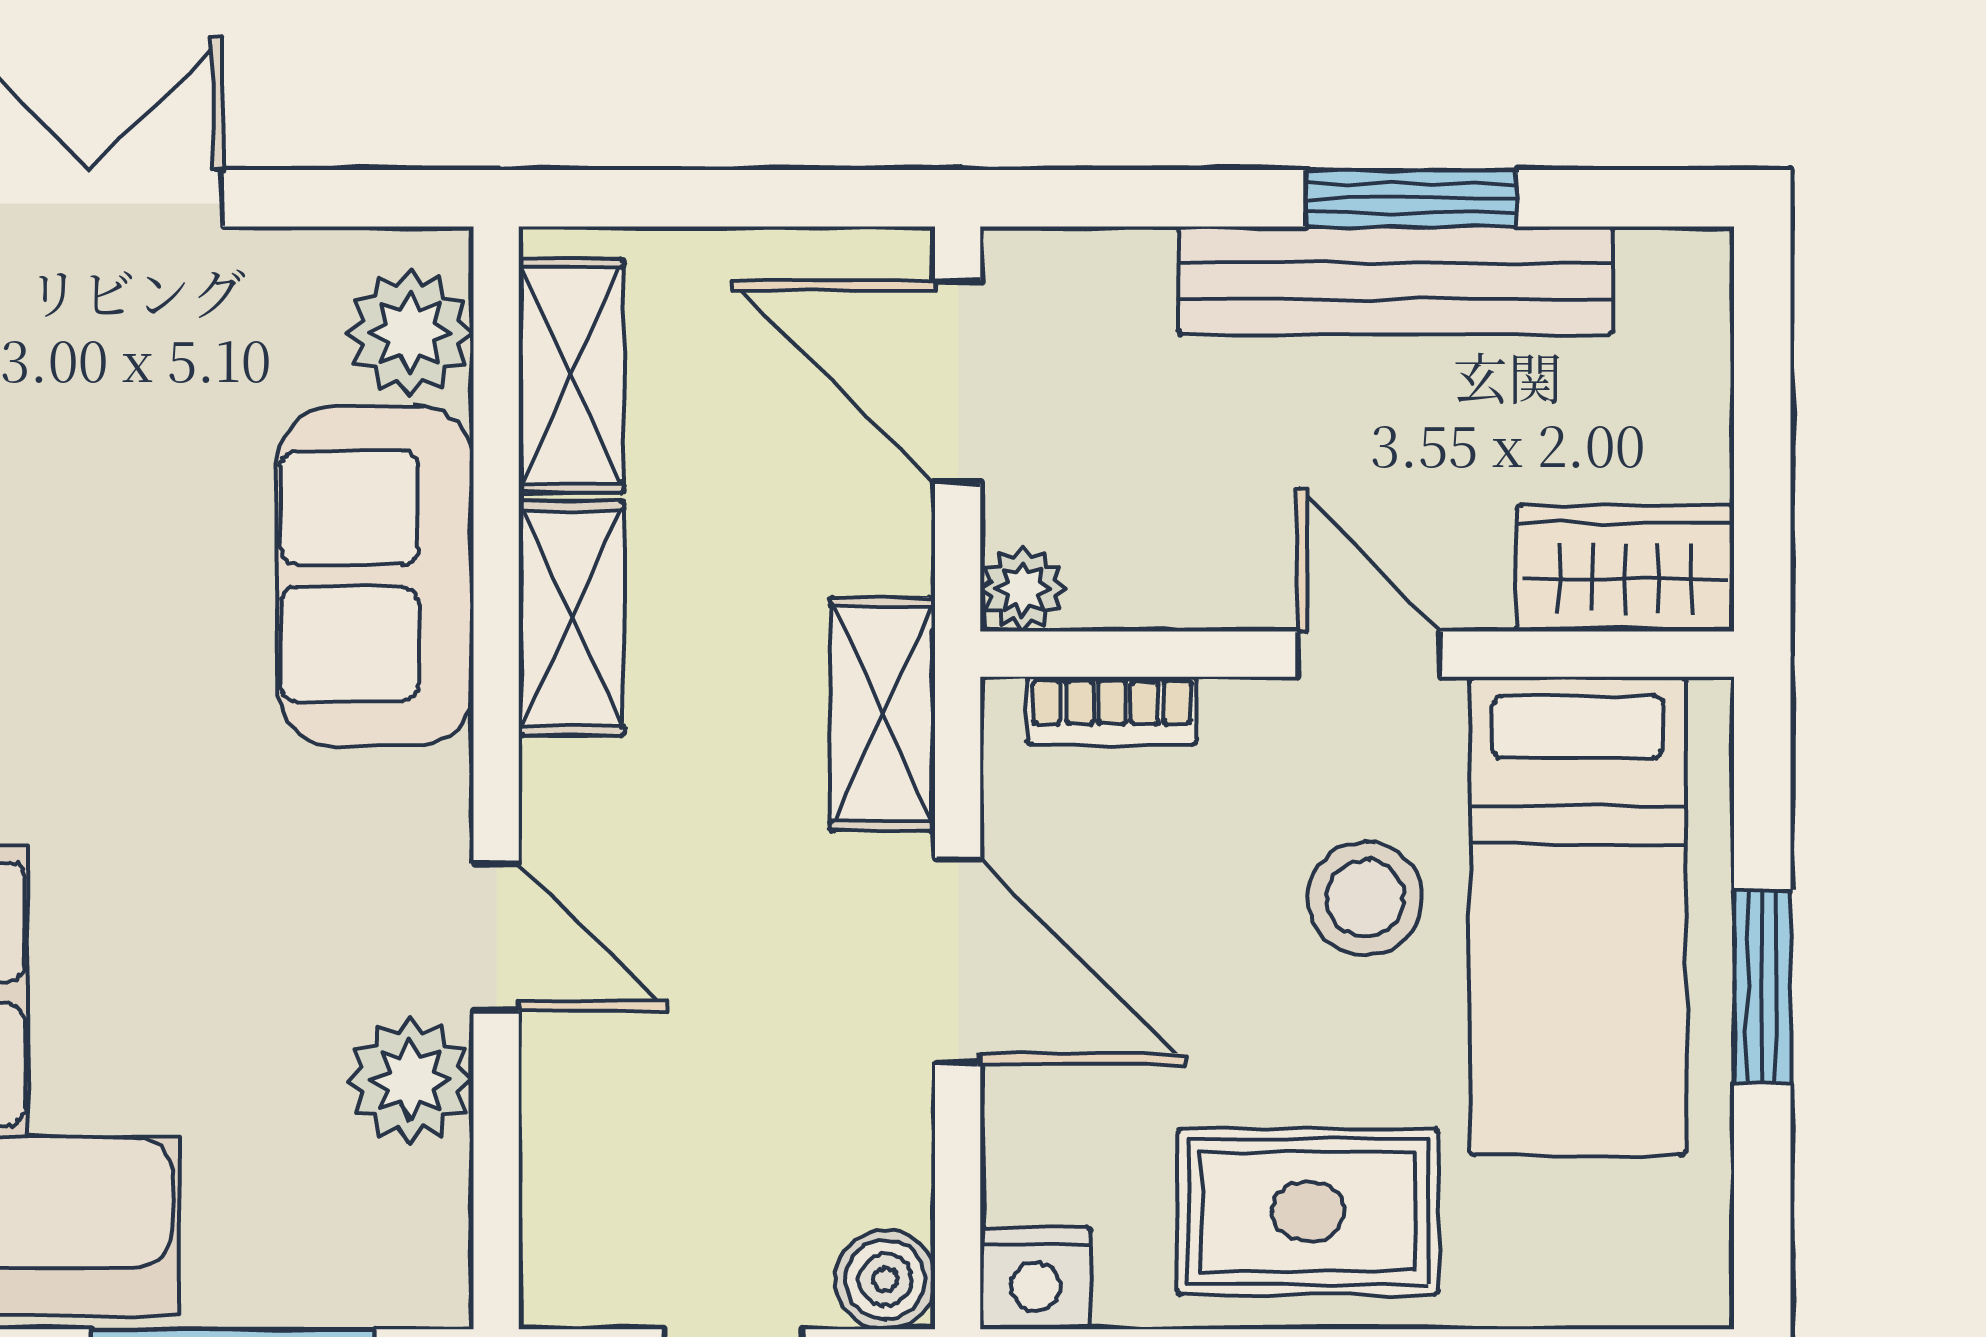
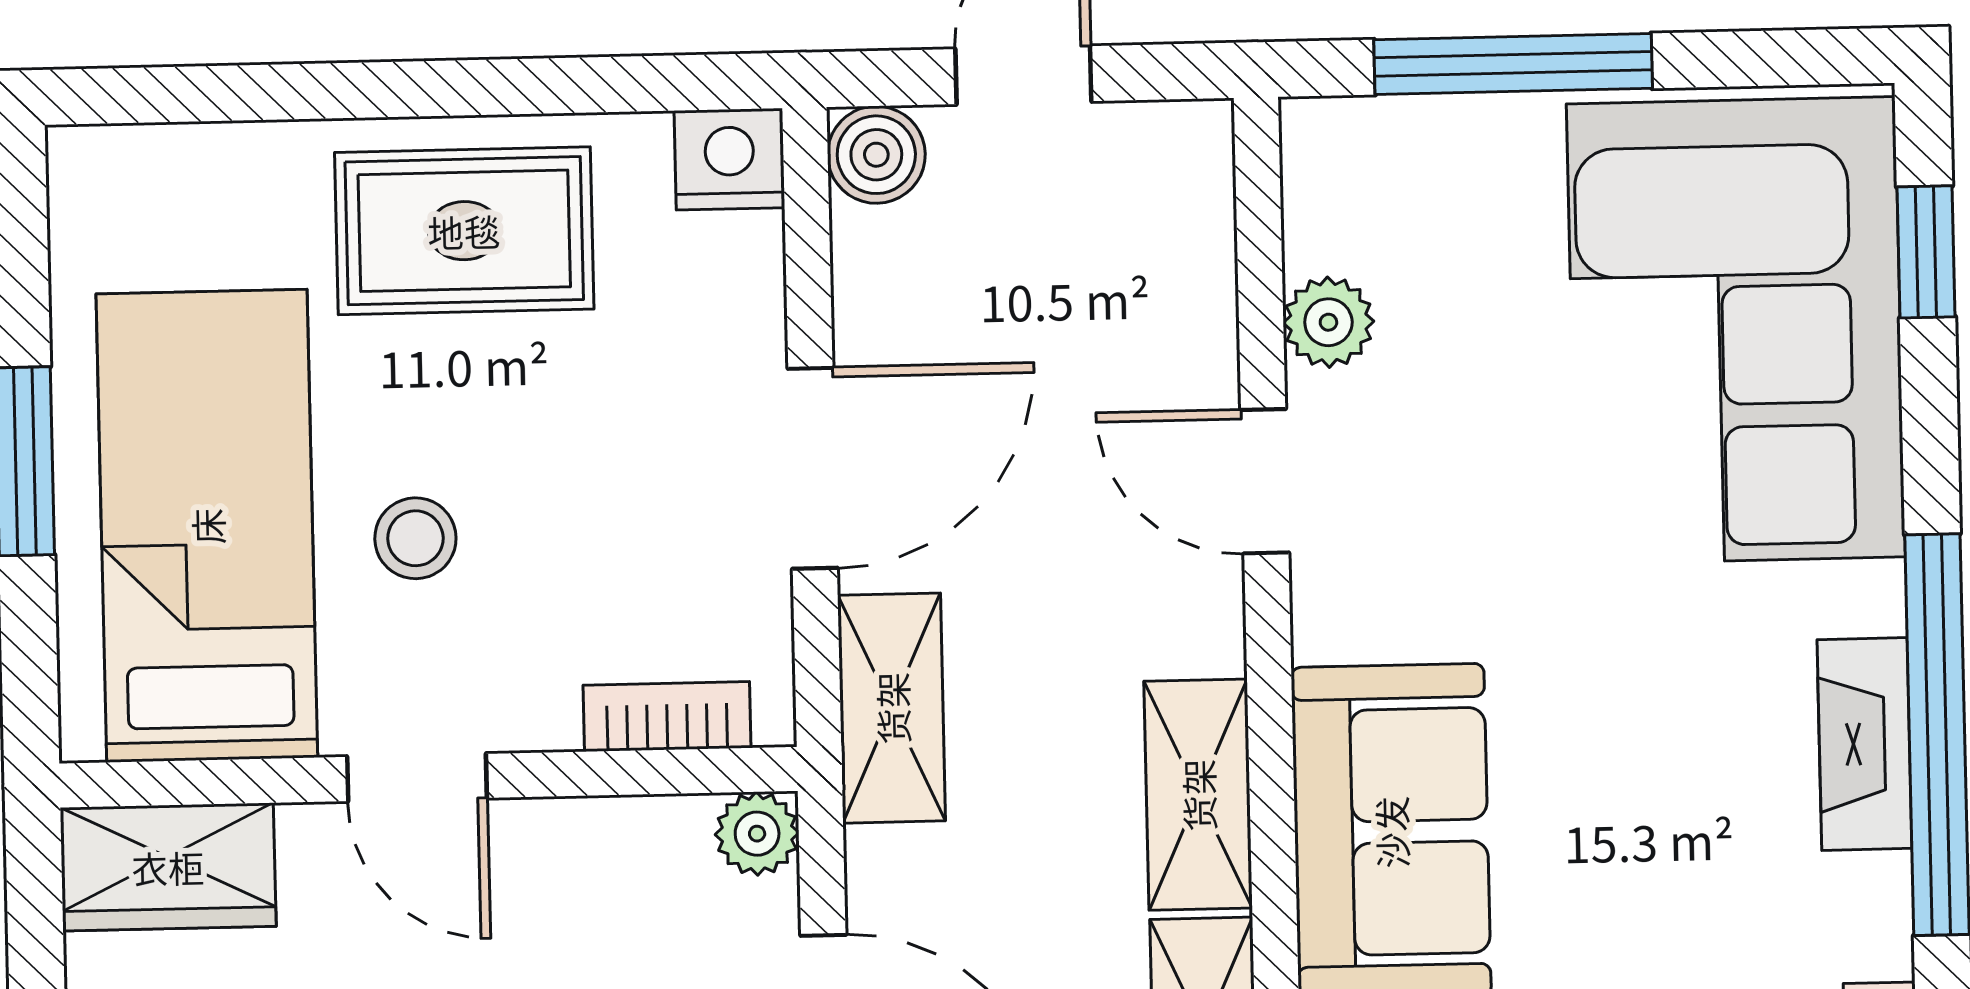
stool: (1365, 898) -> (415, 538), width x0.73, depth x0.73
door: (958, 961) -> (813, 468), swing flipped
plant: (410, 1081) -> (1328, 322), width x0.73, depth x0.73

